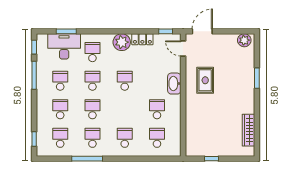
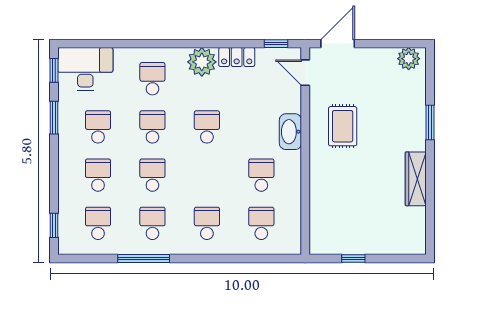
window: (66, 31) -> (108, 44), removed
desk: (64, 46) -> (85, 69), moved
window: (34, 75) -> (54, 118), width x0.69
wardrobe: (248, 130) -> (416, 179), moved

